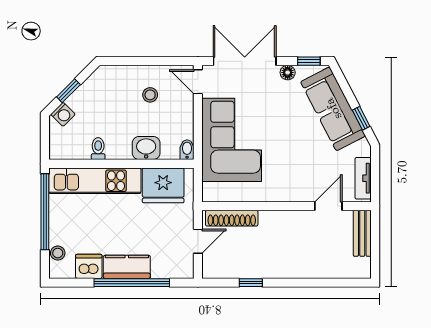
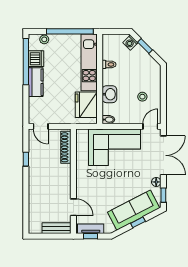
window: (361, 118) -> (138, 222), moved
window: (375, 178) -> (91, 236), added
door: (198, 241) -> (41, 126), moved
window: (132, 283) -> (26, 62), moved

